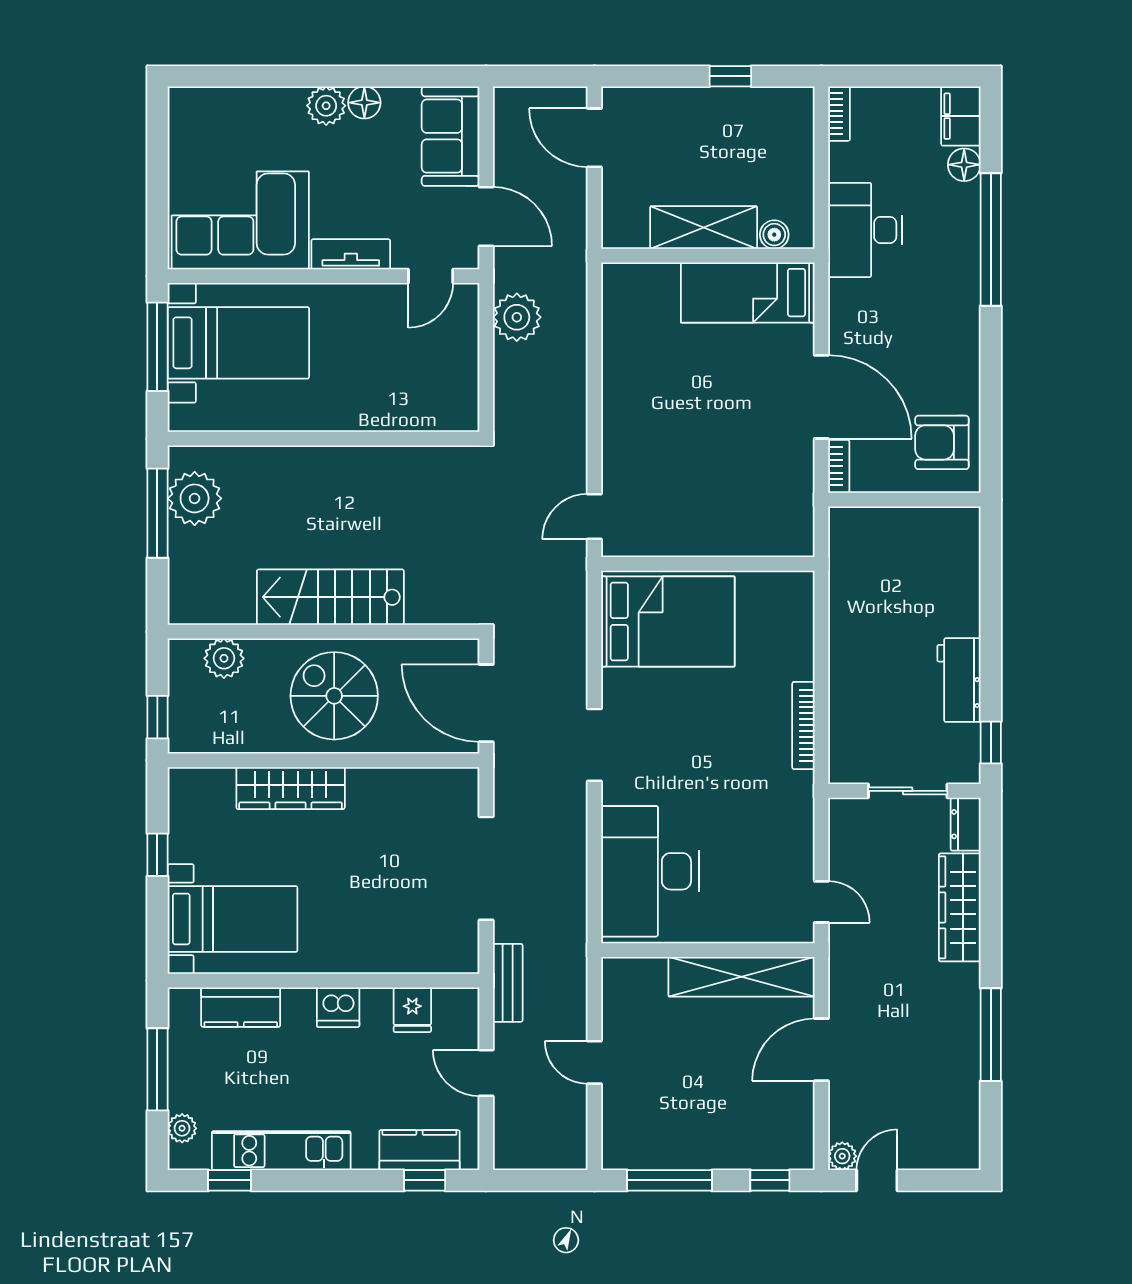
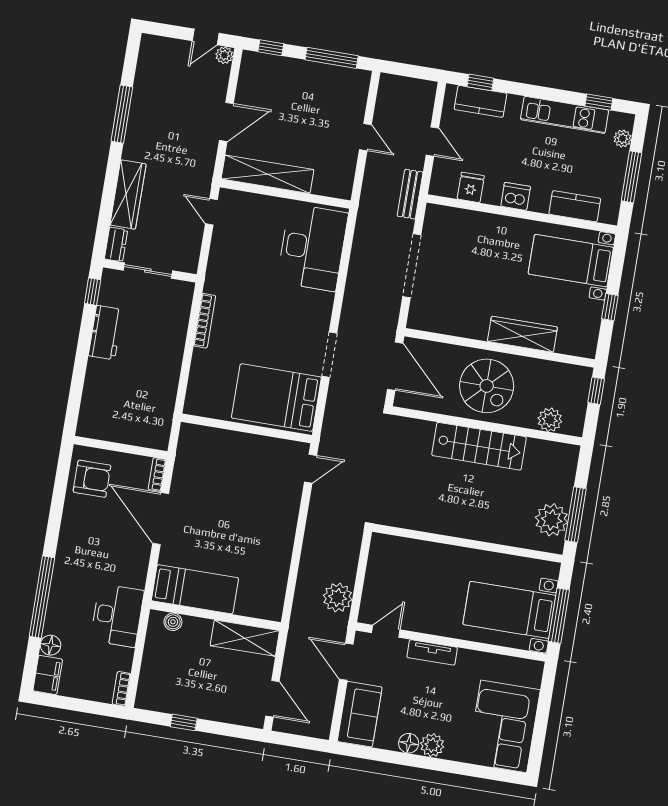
corner sofa: (240, 220) -> (504, 726), moved, turned 90
shelving: (704, 227) -> (245, 638), moved
doorway: (594, 745) -> (329, 355), moved

